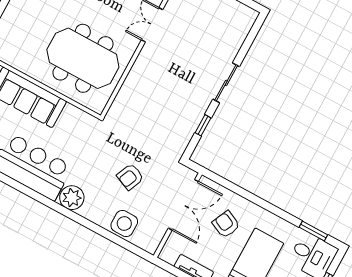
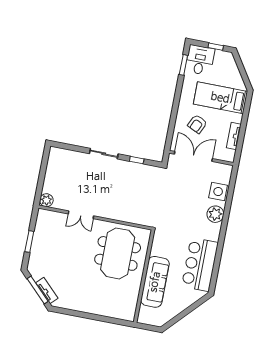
armchair: (130, 177) -> (186, 197), removed
plant: (72, 198) -> (215, 214), moved

